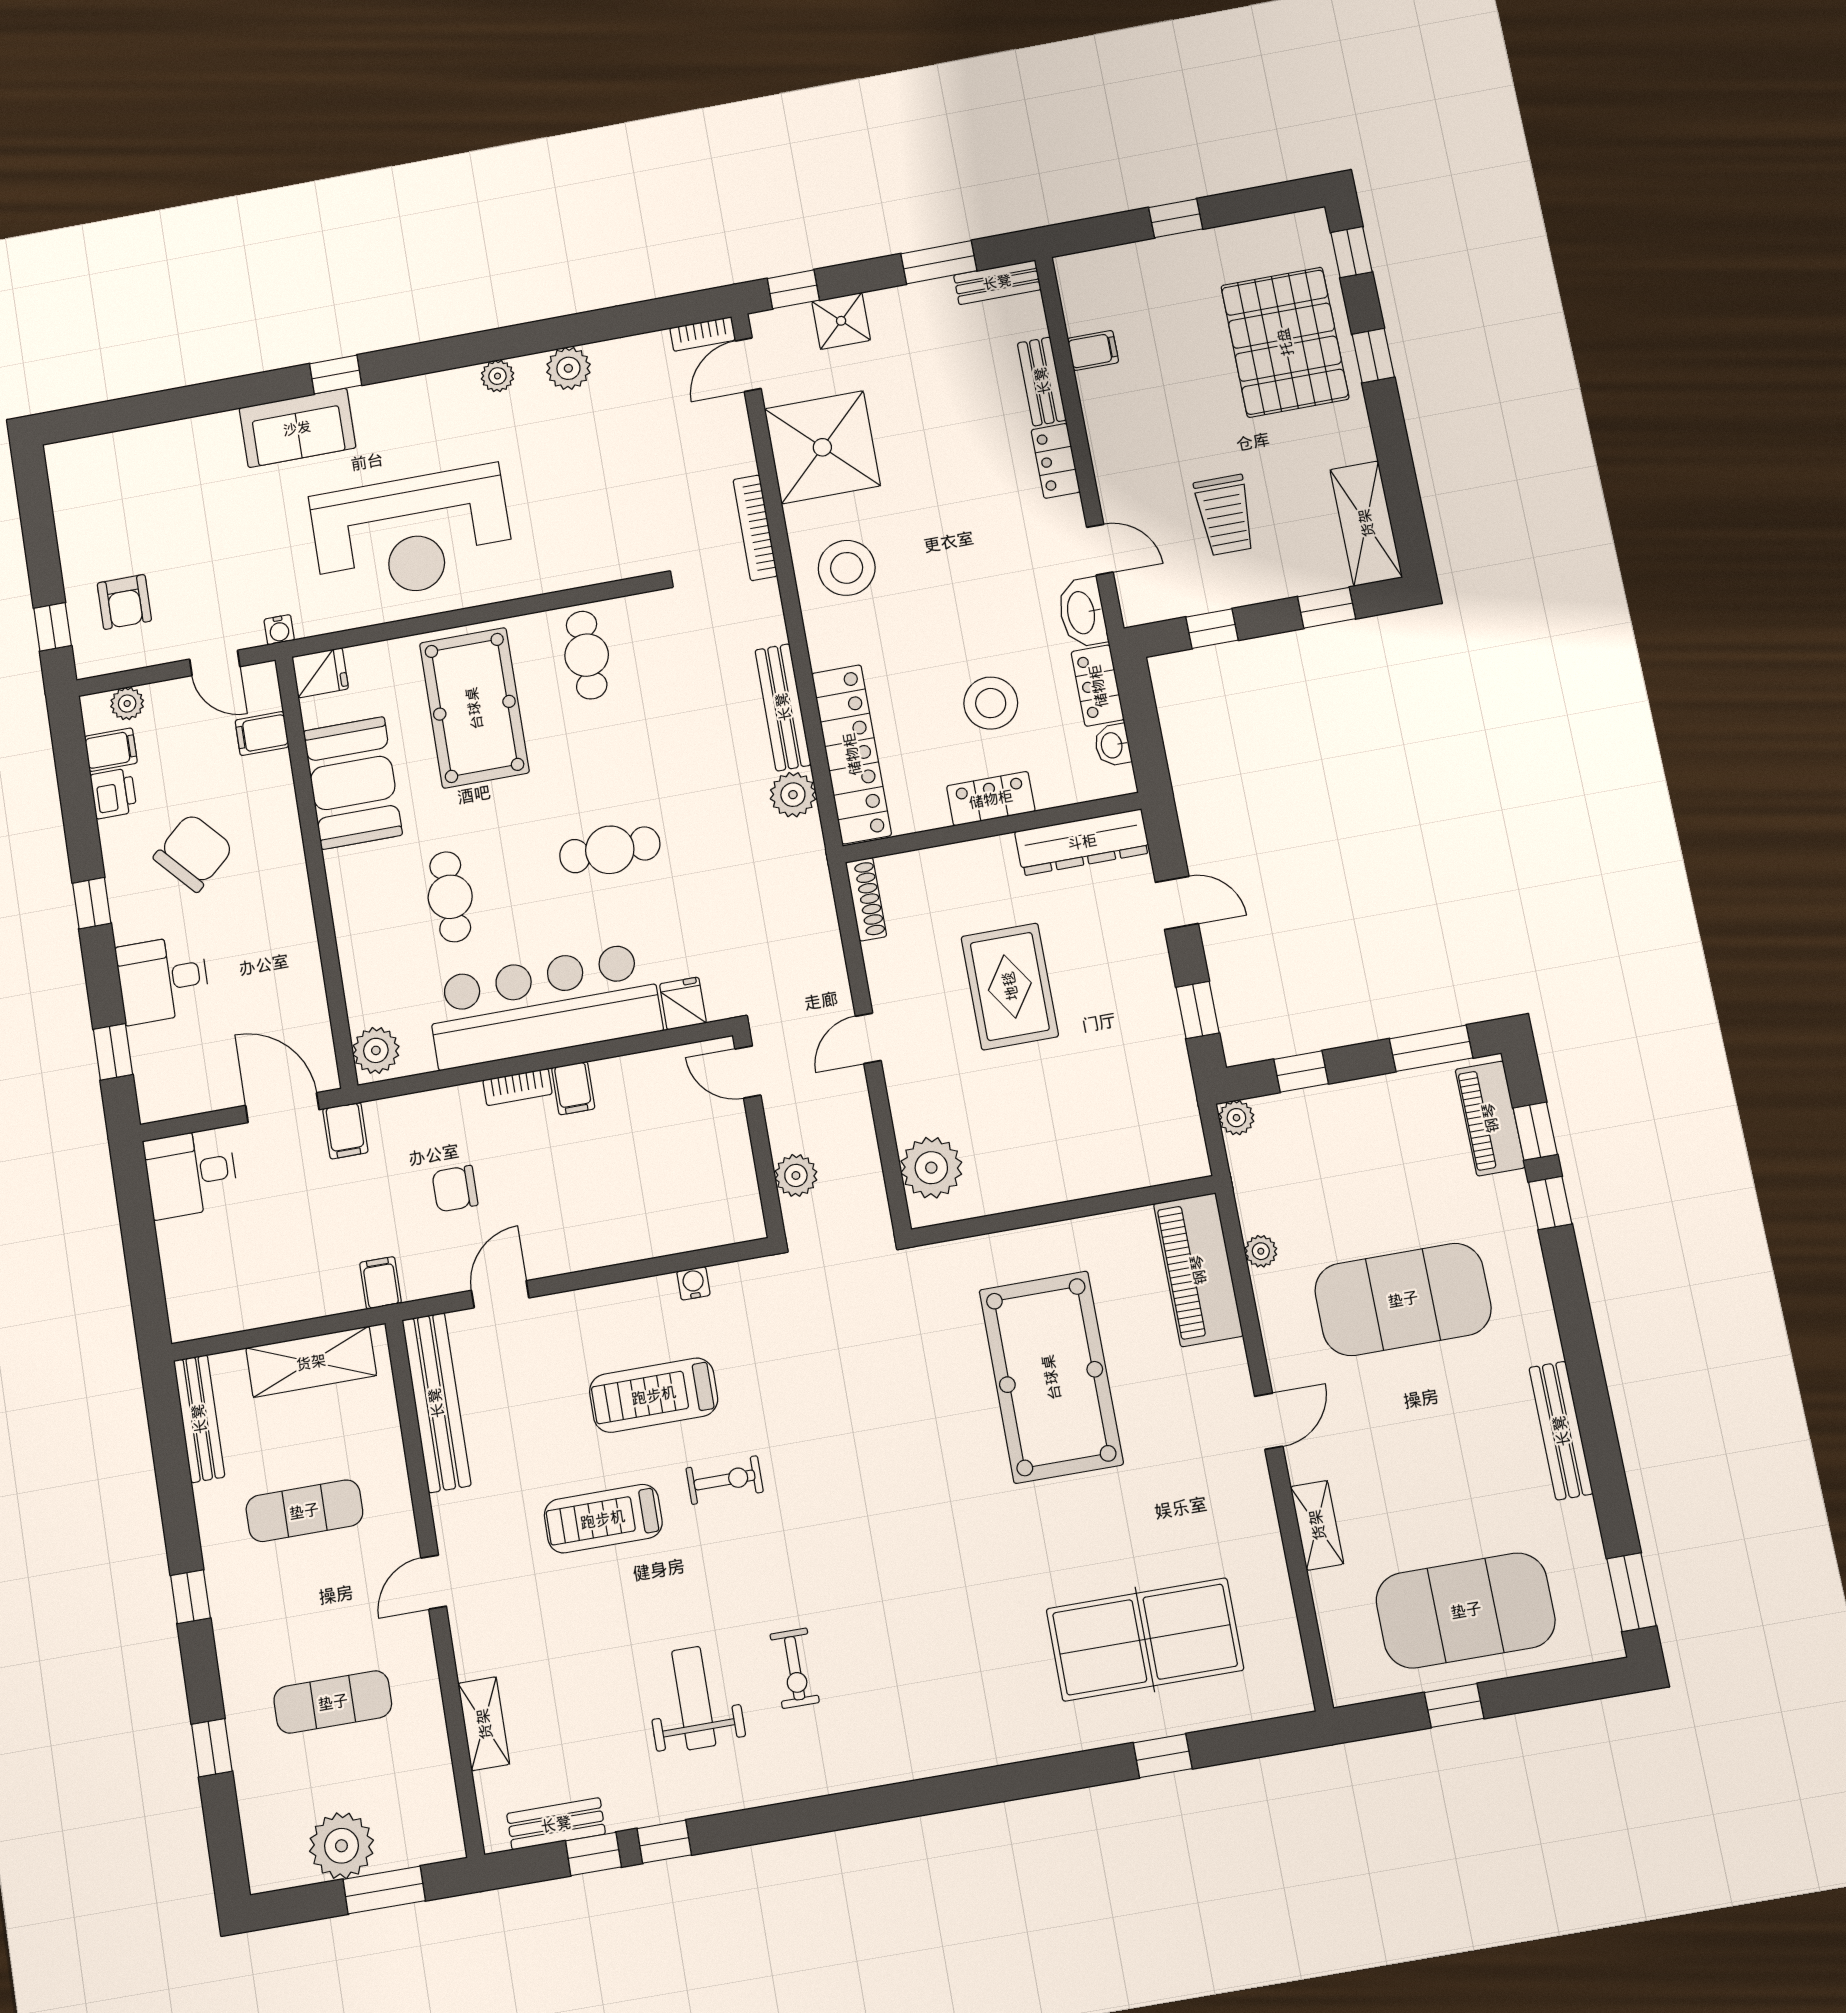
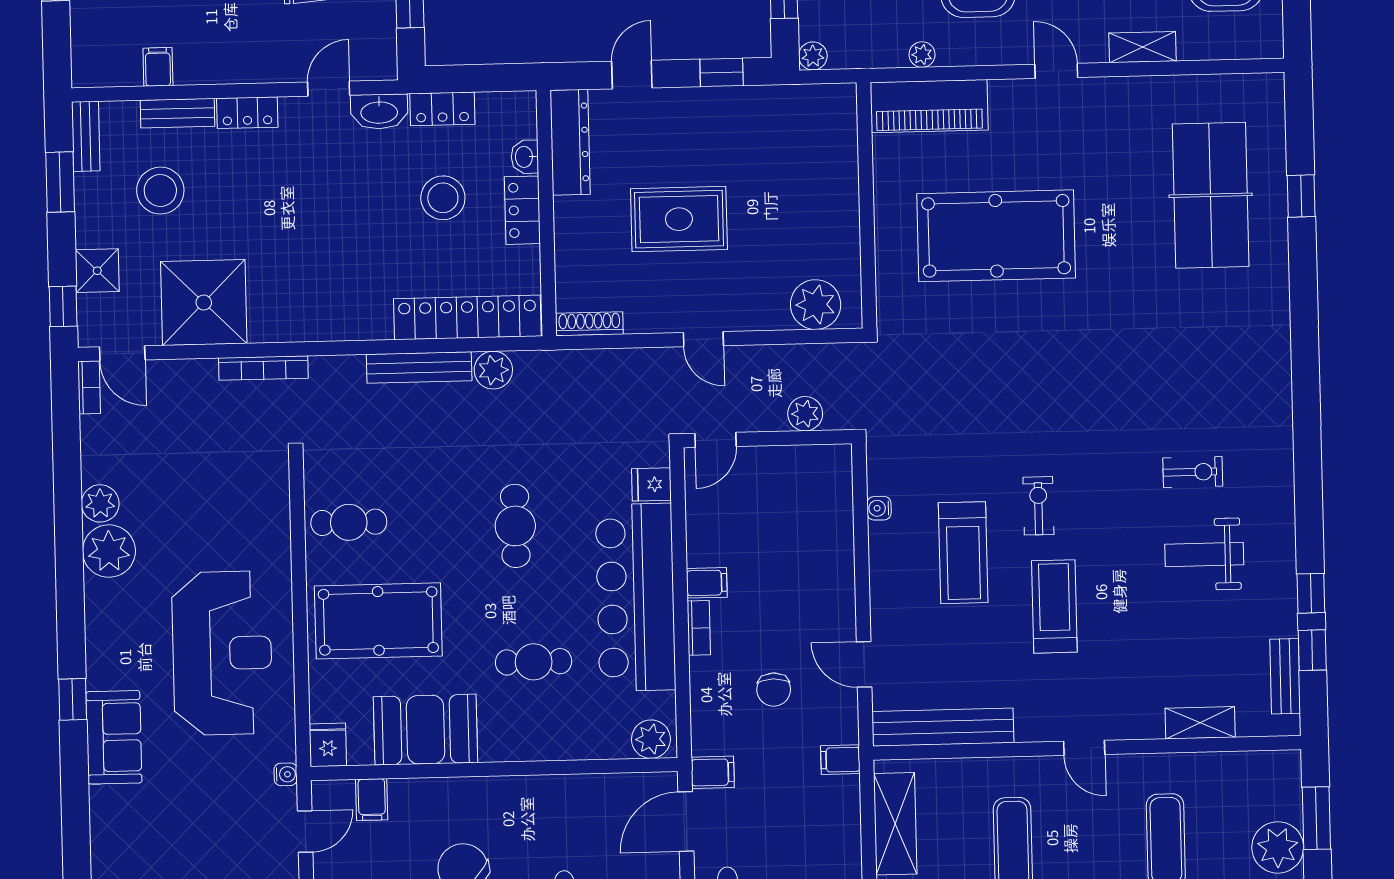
plant: (497, 376) -> (109, 551), width x1.87, depth x1.87
stool: (847, 568) -> (160, 191), moved
washbasin: (1113, 745) -> (525, 157), moved, turned 90
treadmill: (603, 1519) -> (1054, 606), turned 180

